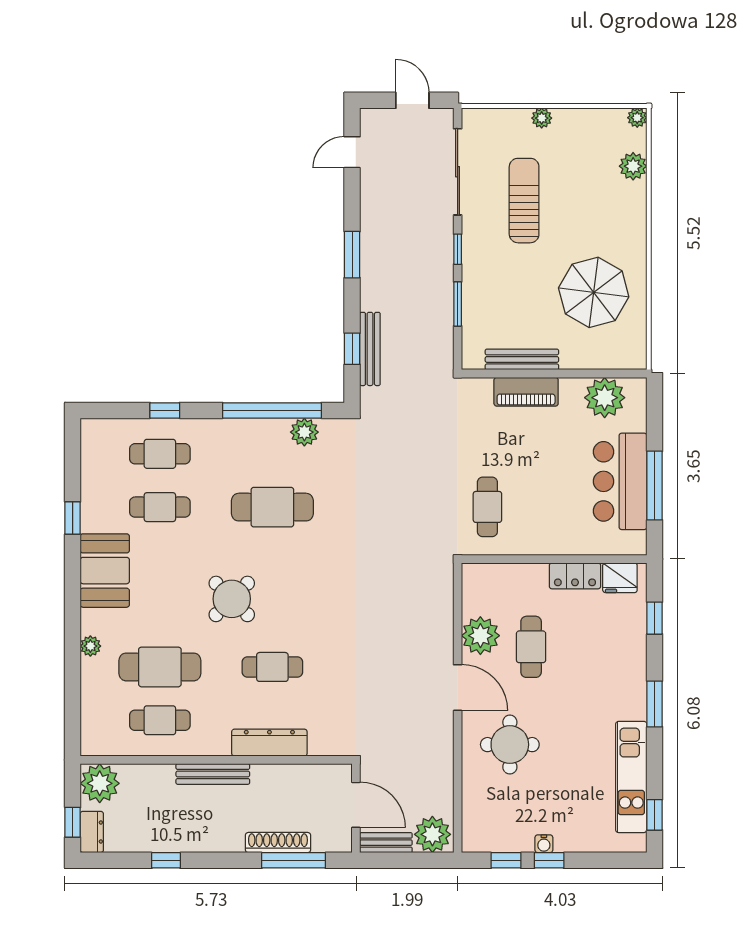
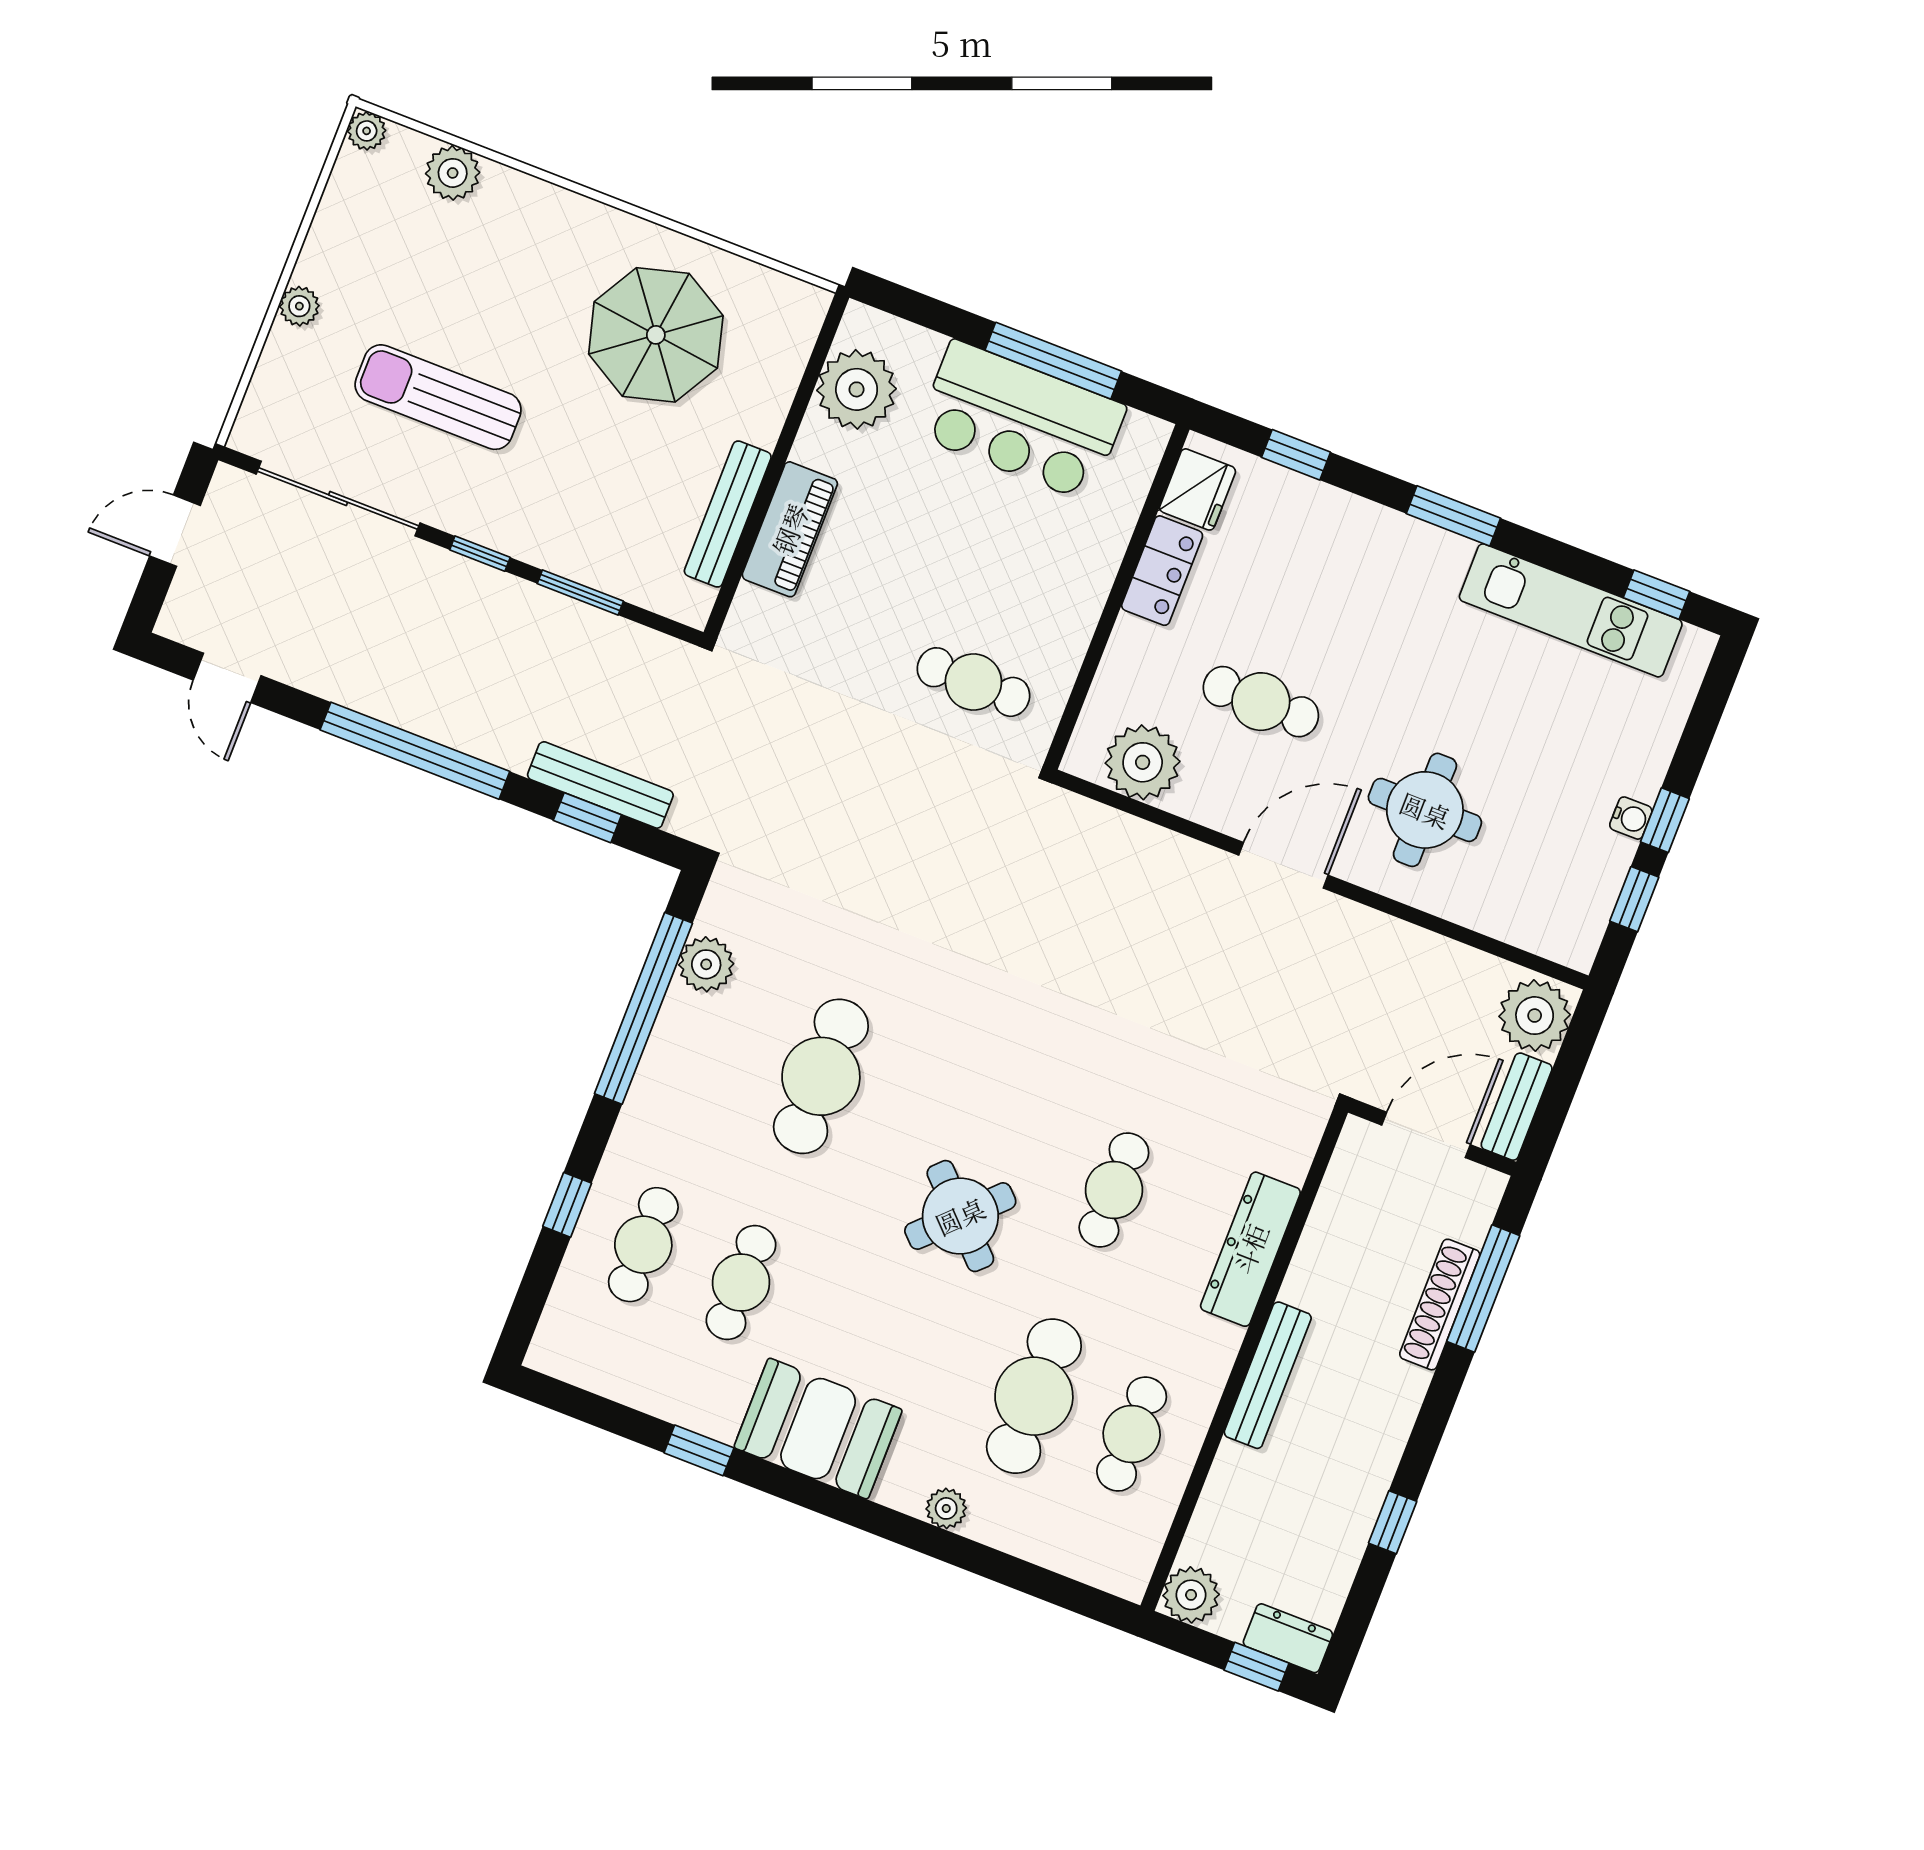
window: (352, 255) -> (415, 751), width x2.11
plant: (480, 636) -> (1143, 762), moved
plant: (100, 783) -> (1191, 1595), width x0.73, depth x0.73

